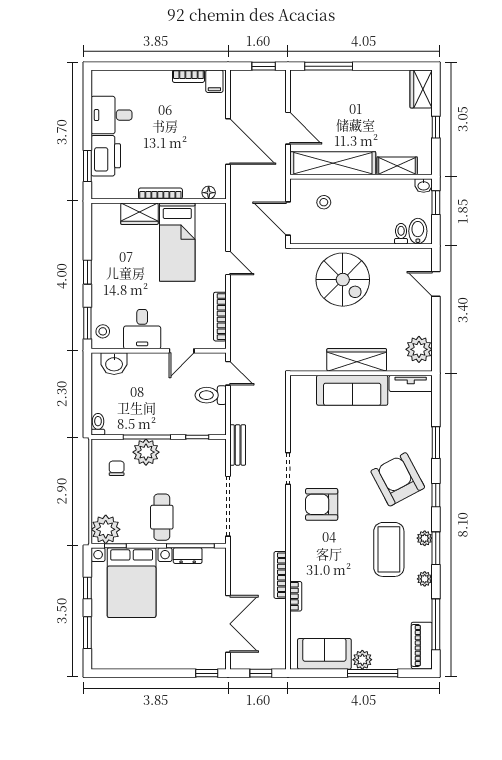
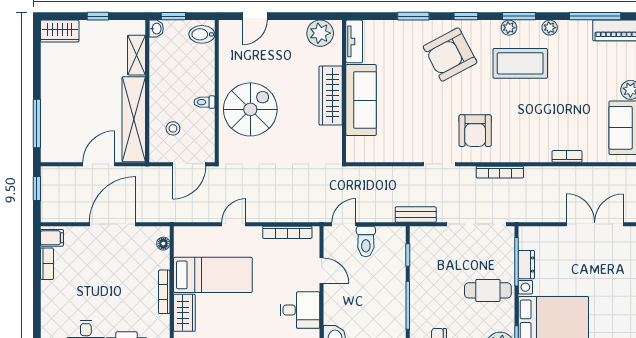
toilet: (401, 234) -> (204, 102), moved
plant: (146, 452) -> (423, 306), removed
bookcase: (280, 575) -> (500, 172), moved

